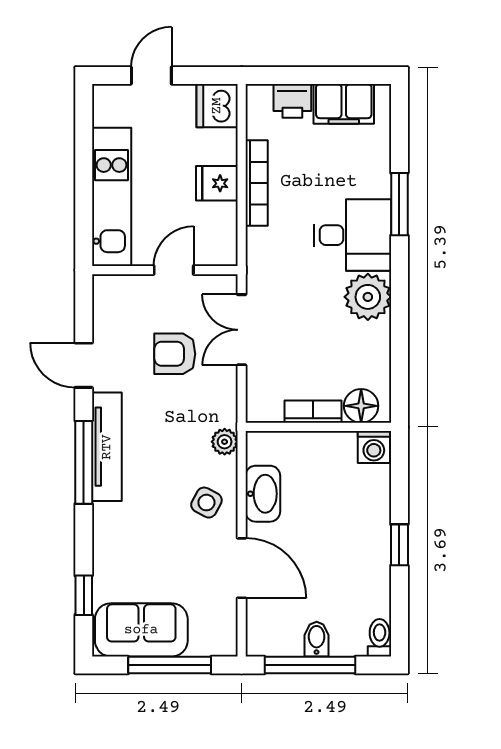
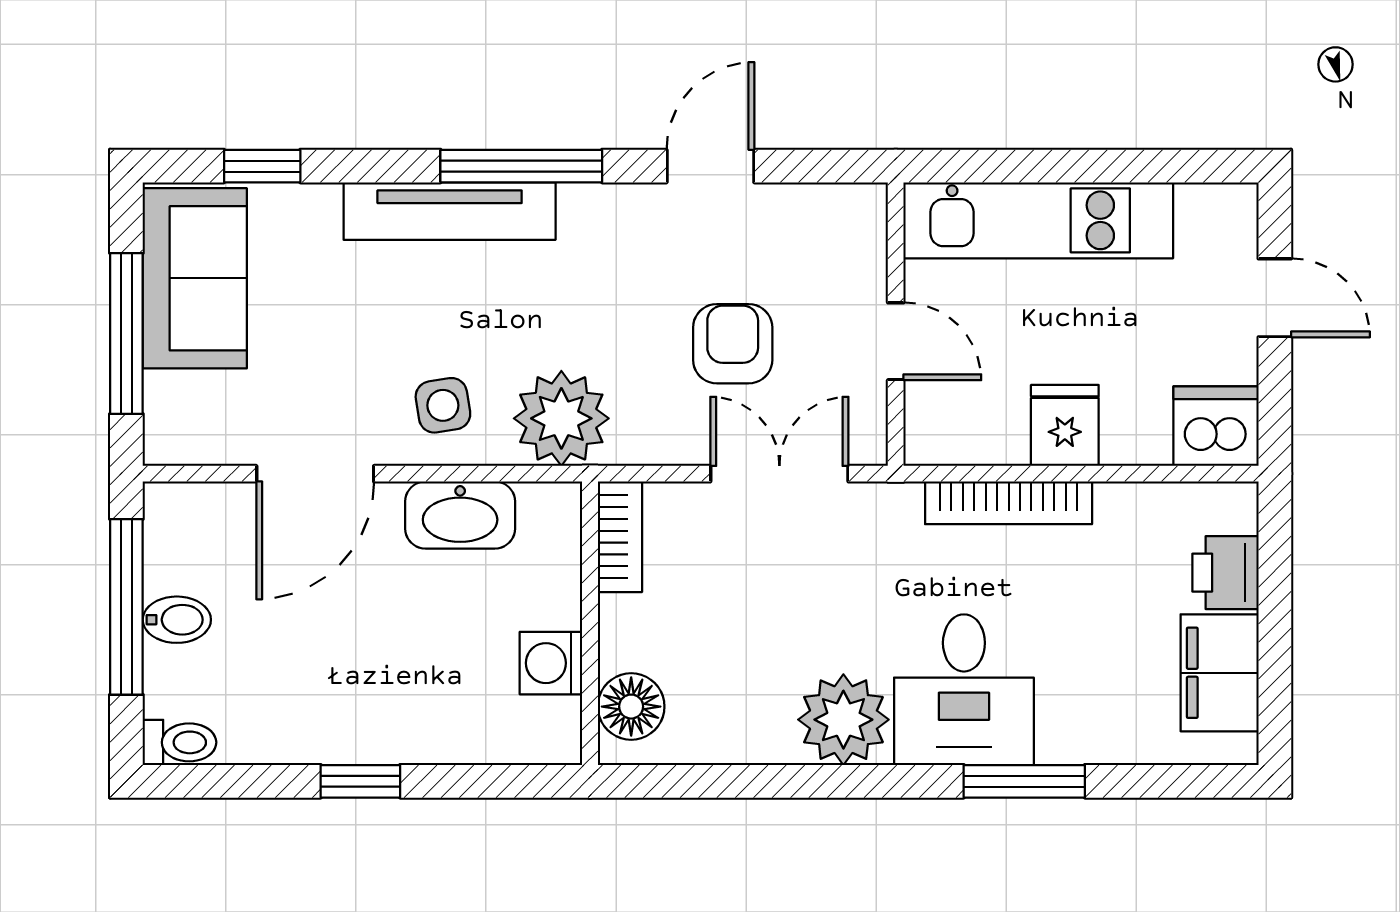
bookcase: (257, 183) -> (1009, 503), moved
bookcase: (313, 412) -> (620, 537), moved
plant: (225, 442) -> (561, 418), width x1.88, depth x1.88
tv unit: (107, 447) -> (450, 211), moved
washing machine: (374, 447) -> (551, 663), moved
side table: (206, 503) -> (443, 405), turned -37

